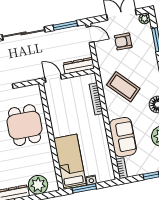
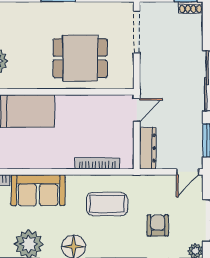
armchair: (123, 42) -> (158, 225), moved
coffee table: (123, 87) -> (107, 204), turned 44

